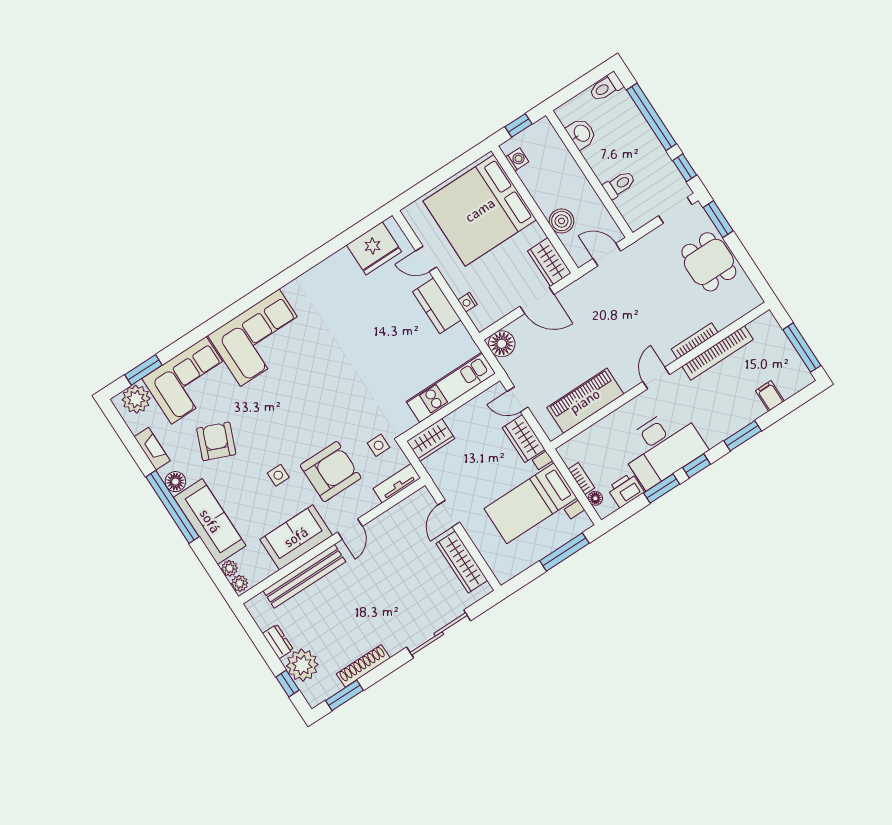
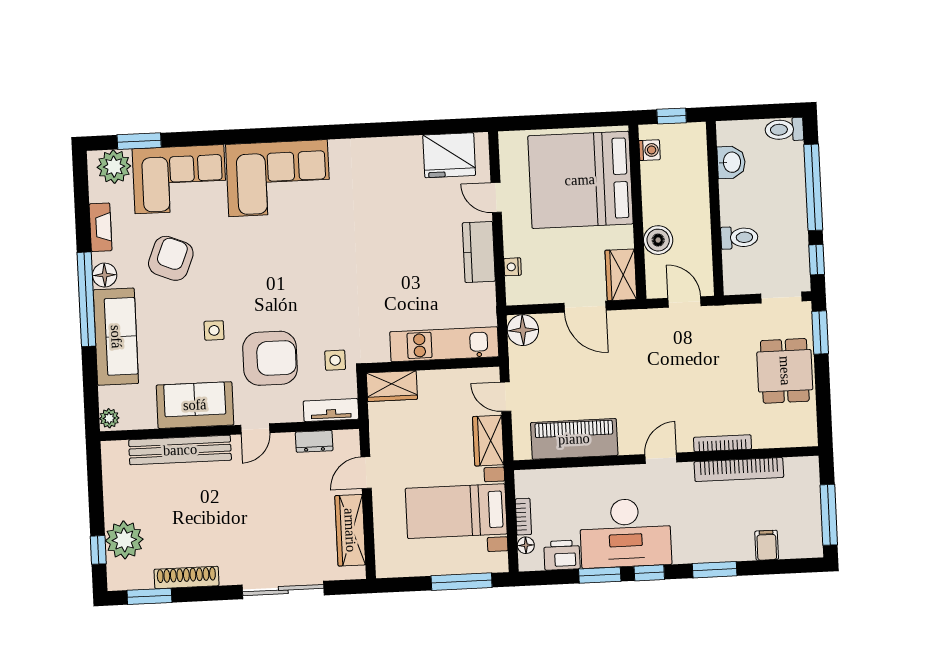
plant: (230, 568) -> (108, 397), removed
dresser: (278, 641) -> (314, 441), moved, turned 90

